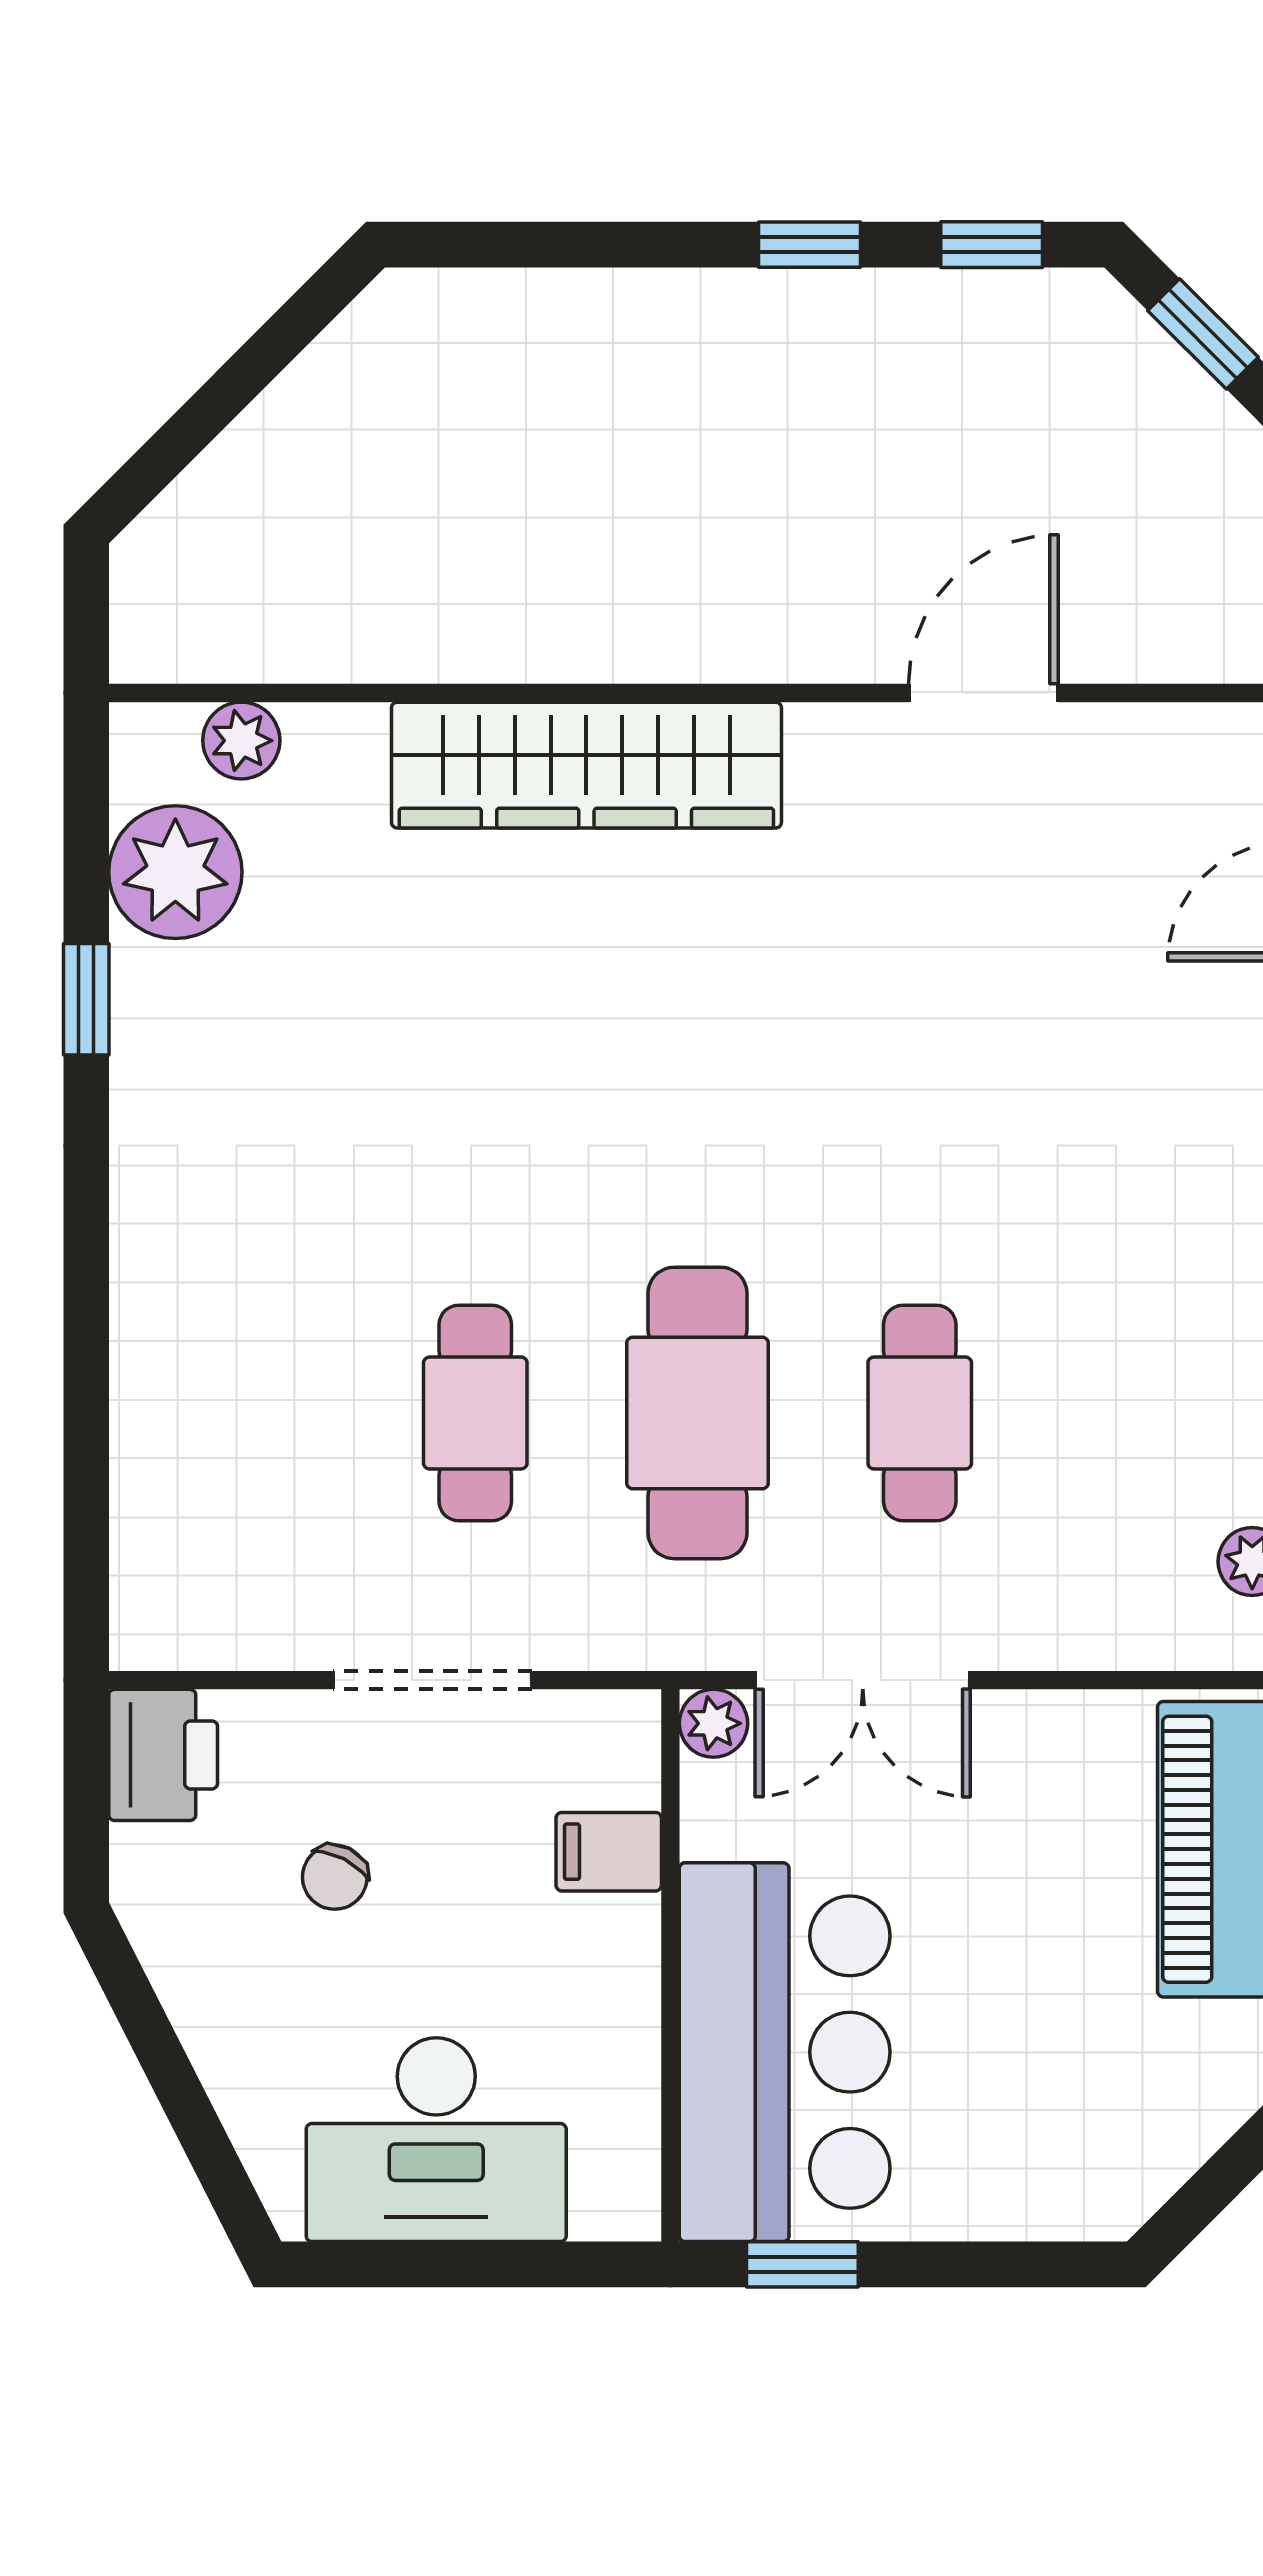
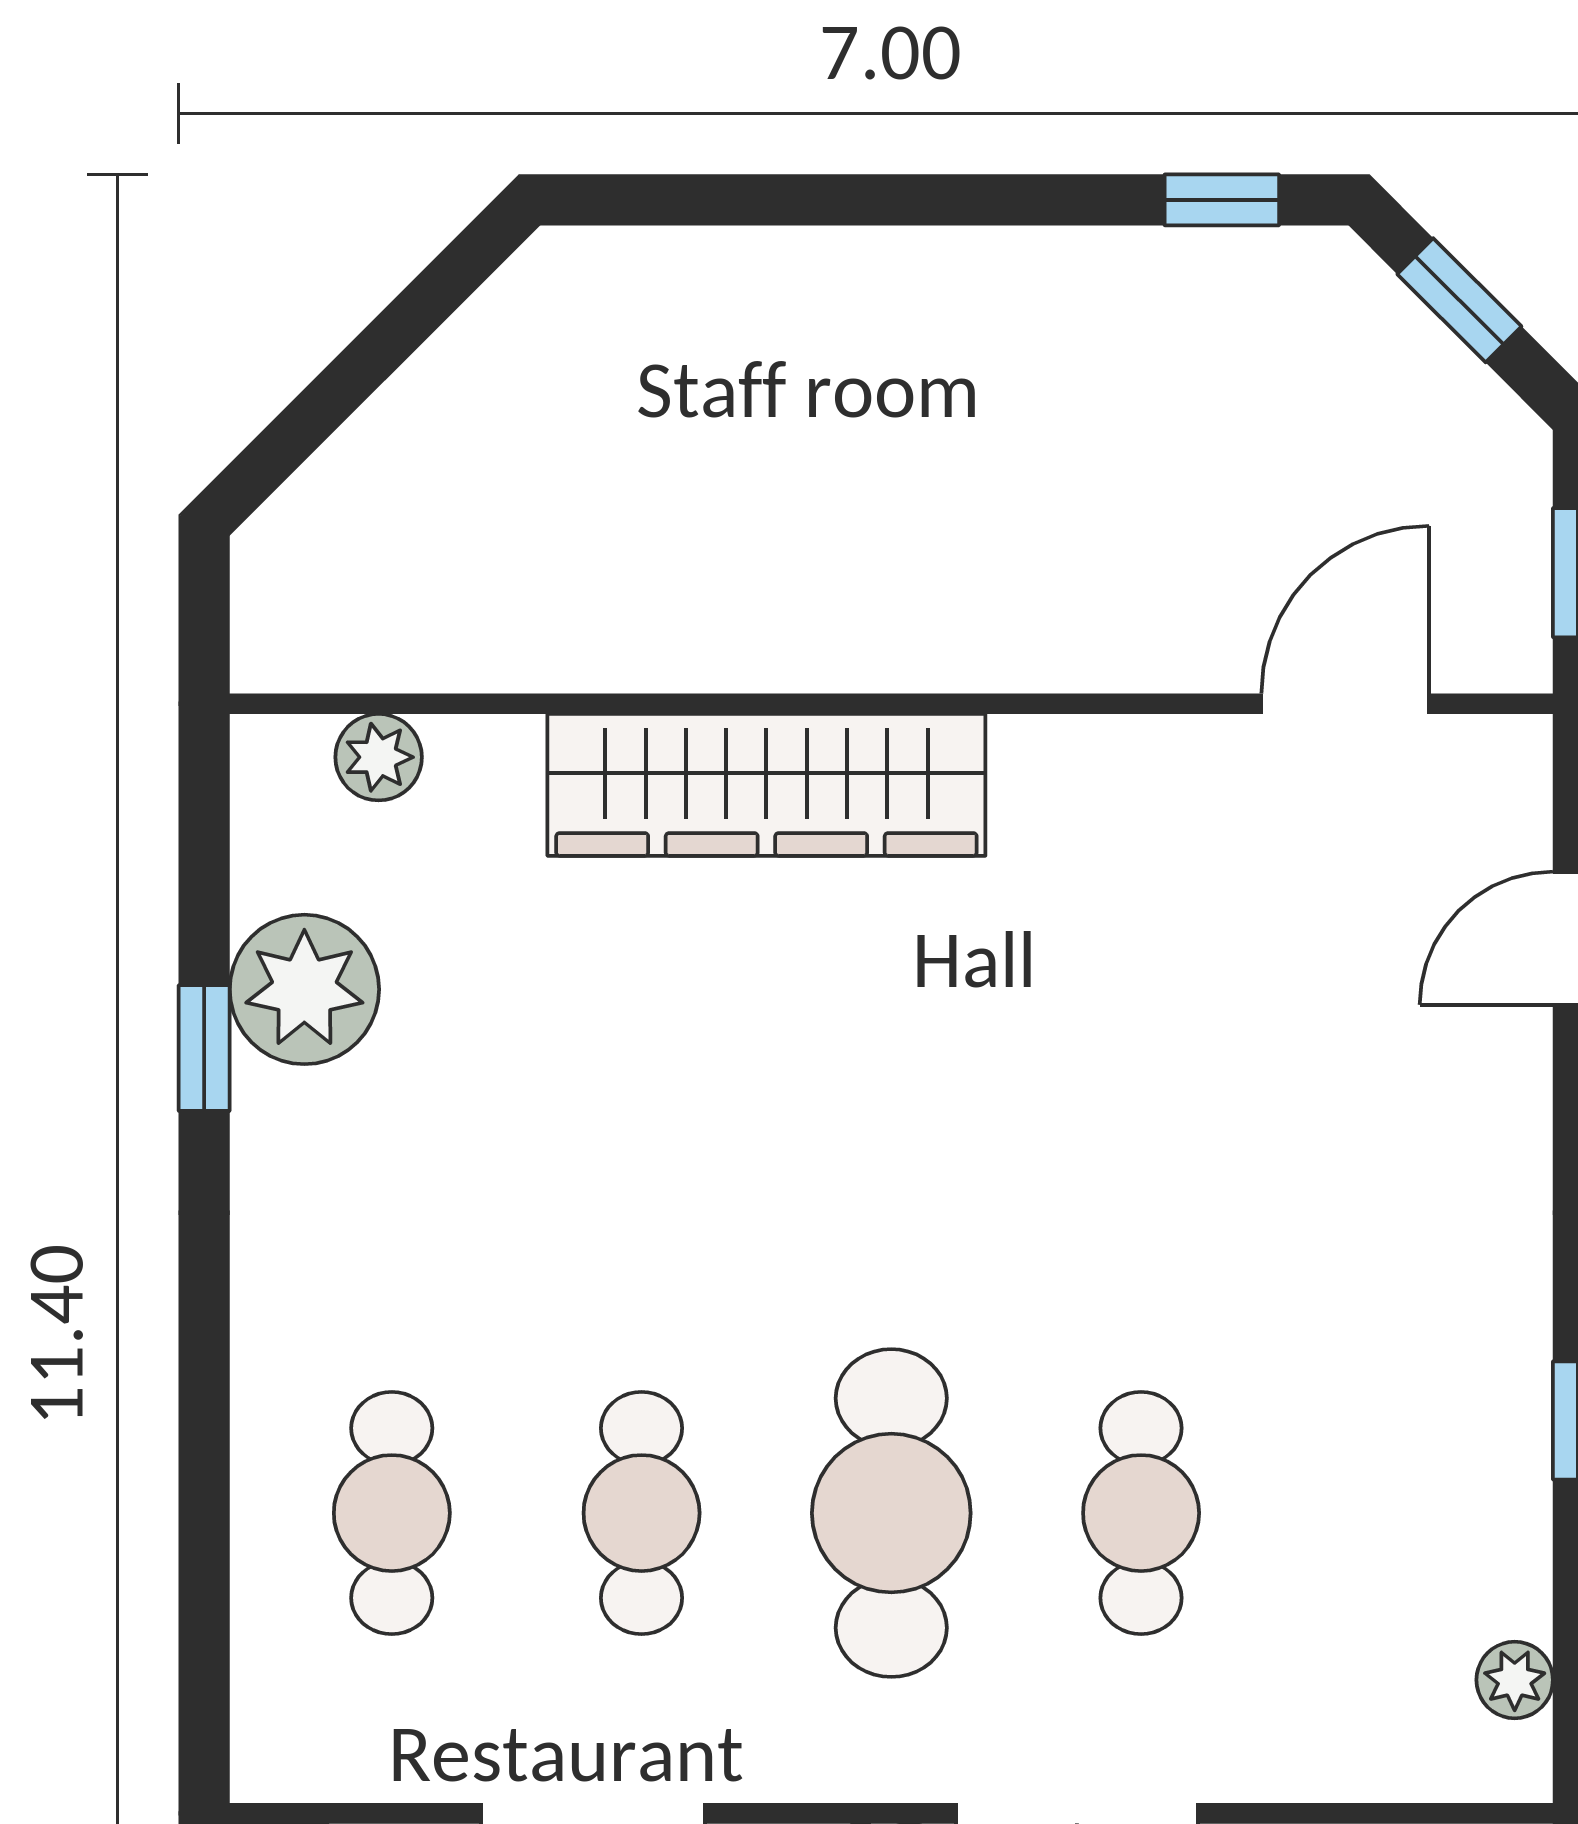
window: (810, 245) -> (1017, 200), removed
door: (983, 693) -> (1345, 704), moved
plant: (175, 872) -> (304, 989), moved
cafe table: (253, 1413) -> (392, 1513), added

